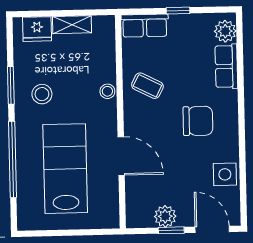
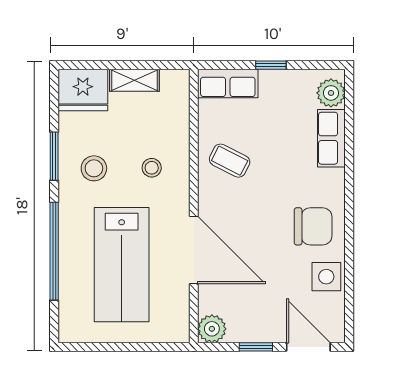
fridge: (37, 29) -> (83, 90), width x1.36, depth x1.34
stool: (107, 91) -> (152, 168), moved
chair: (198, 121) -> (313, 226), moved
door: (121, 156) -> (194, 250), width x1.36
lab bench: (65, 169) -> (122, 265), turned 180
plant: (165, 216) -> (212, 329), moved

